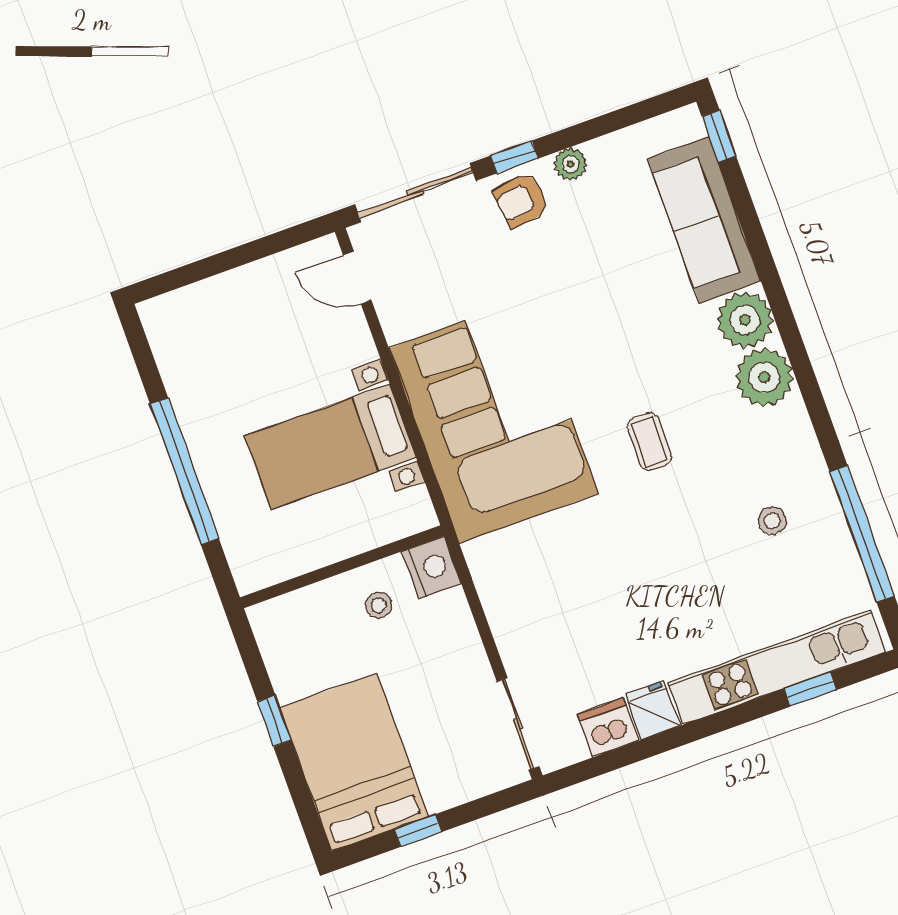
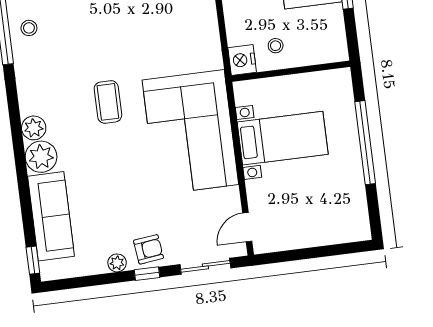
sliding door: (415, 193) -> (205, 266), width x0.73
door: (357, 278) -> (247, 227), swing flipped
plant: (764, 377) -> (34, 128), width x0.73, depth x0.73
coffee table: (649, 442) -> (108, 102), width x1.36, depth x1.30
stool: (772, 521) -> (29, 28), moved

